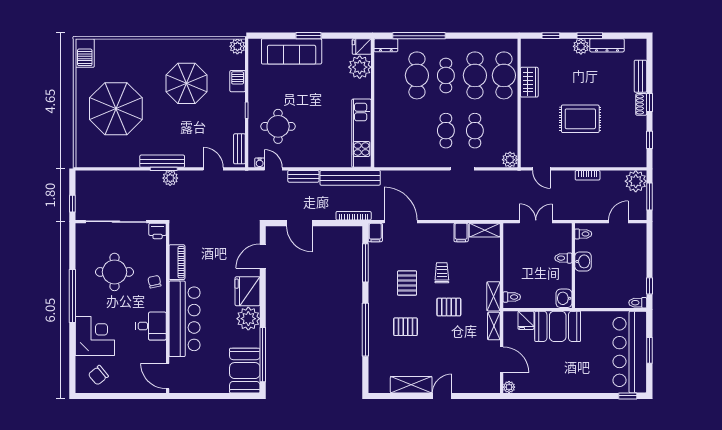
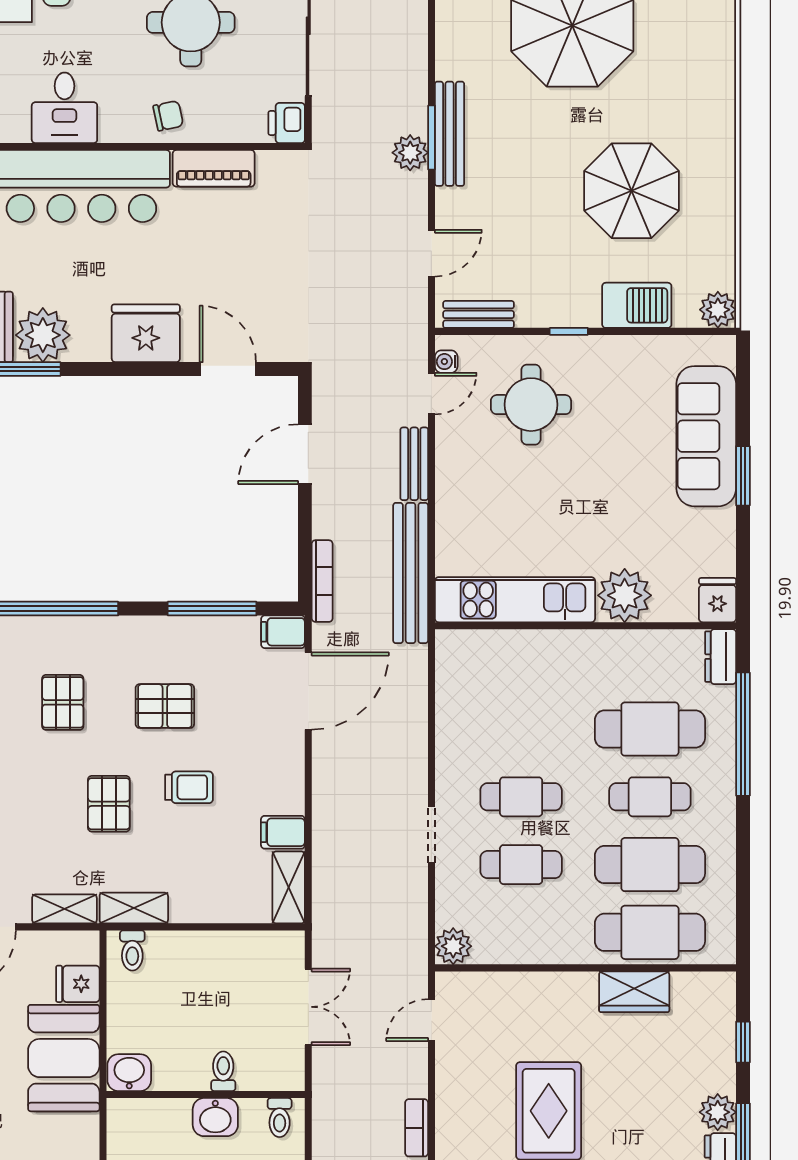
plant: (360, 67) -> (625, 595), moved
barbecue: (238, 81) -> (637, 305), width x1.38, depth x1.27
plant: (248, 319) -> (43, 335), moved

